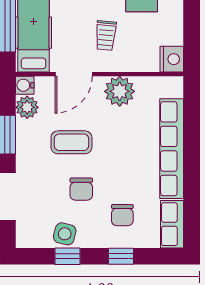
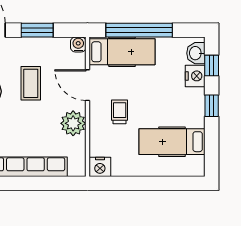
trolley: (106, 36) -> (120, 112), turned 85
plant: (27, 107) -> (60, 46), removed

